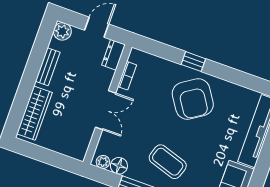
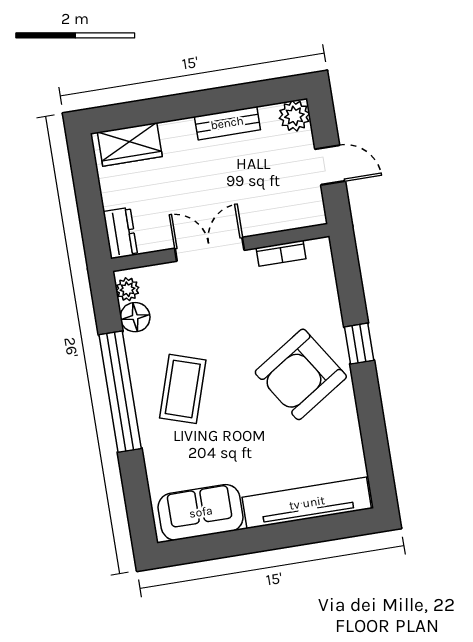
dresser: (113, 55) -> (120, 233), moved, turned 90
double door: (106, 110) -> (210, 249), swing flipped
wardrobe: (34, 113) -> (130, 144), width x0.67

